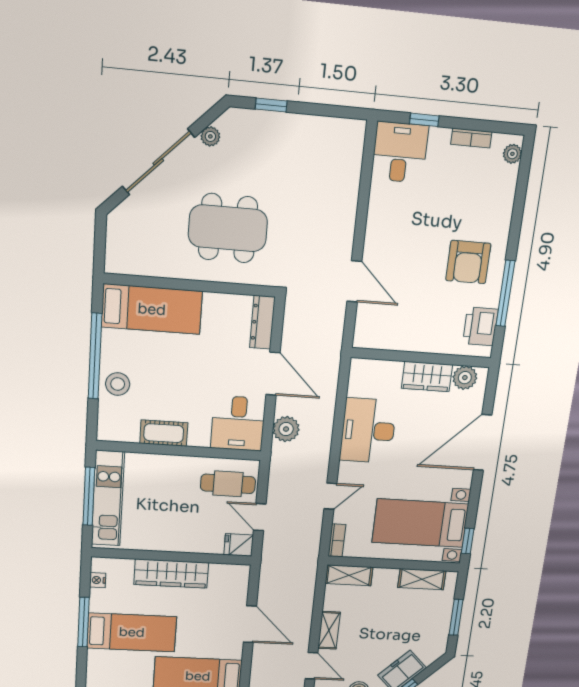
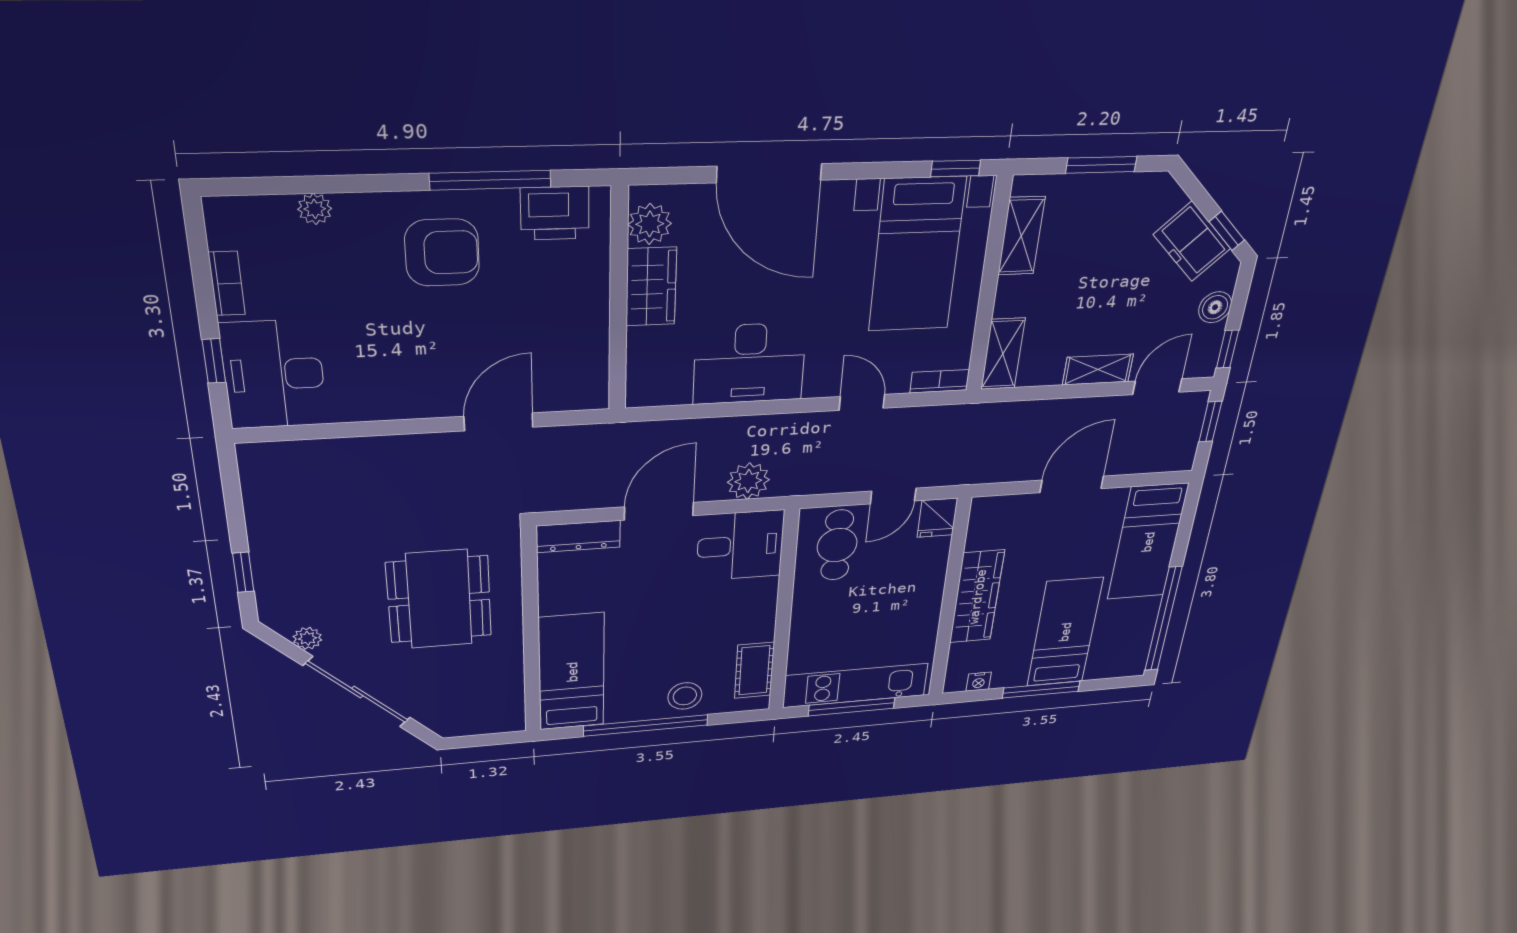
desk: (400, 152) -> (274, 374), width x1.37
plant: (512, 154) -> (315, 209), moved
cot: (164, 433) -> (754, 670), moved

